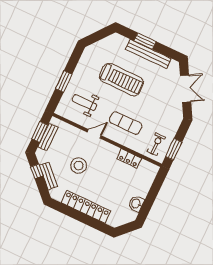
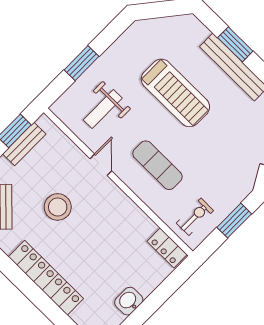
weight bench: (84, 103) -> (103, 109), turned -90
door: (94, 134) -> (101, 165), hinge flipped
window: (174, 149) -> (234, 221), moved
locker: (129, 158) -> (167, 248), moved

